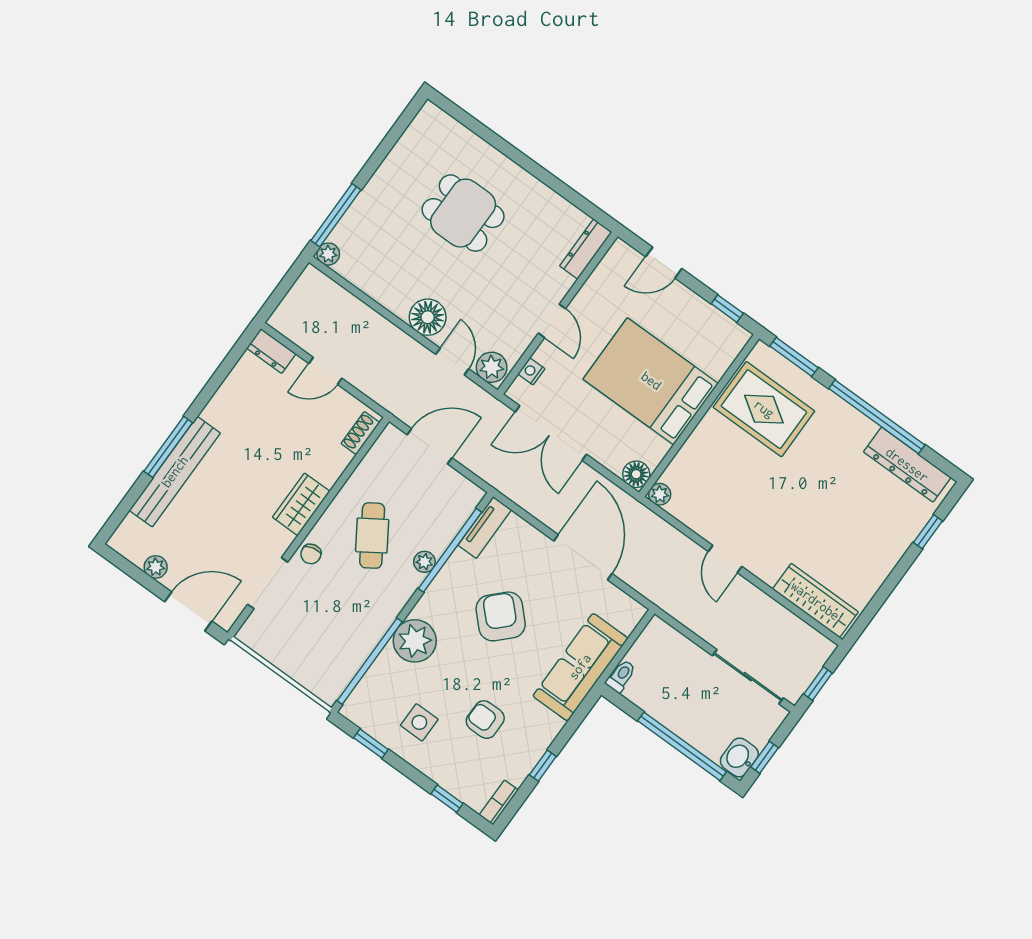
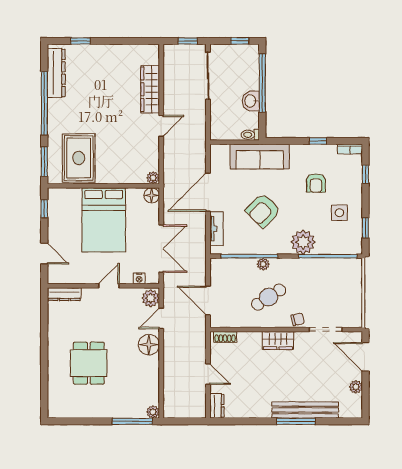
tv unit: (485, 527) -> (216, 229), moved, turned 90
wardrobe: (815, 601) -> (150, 89), moved
washbasin: (739, 757) -> (251, 101), moved, turned 90

